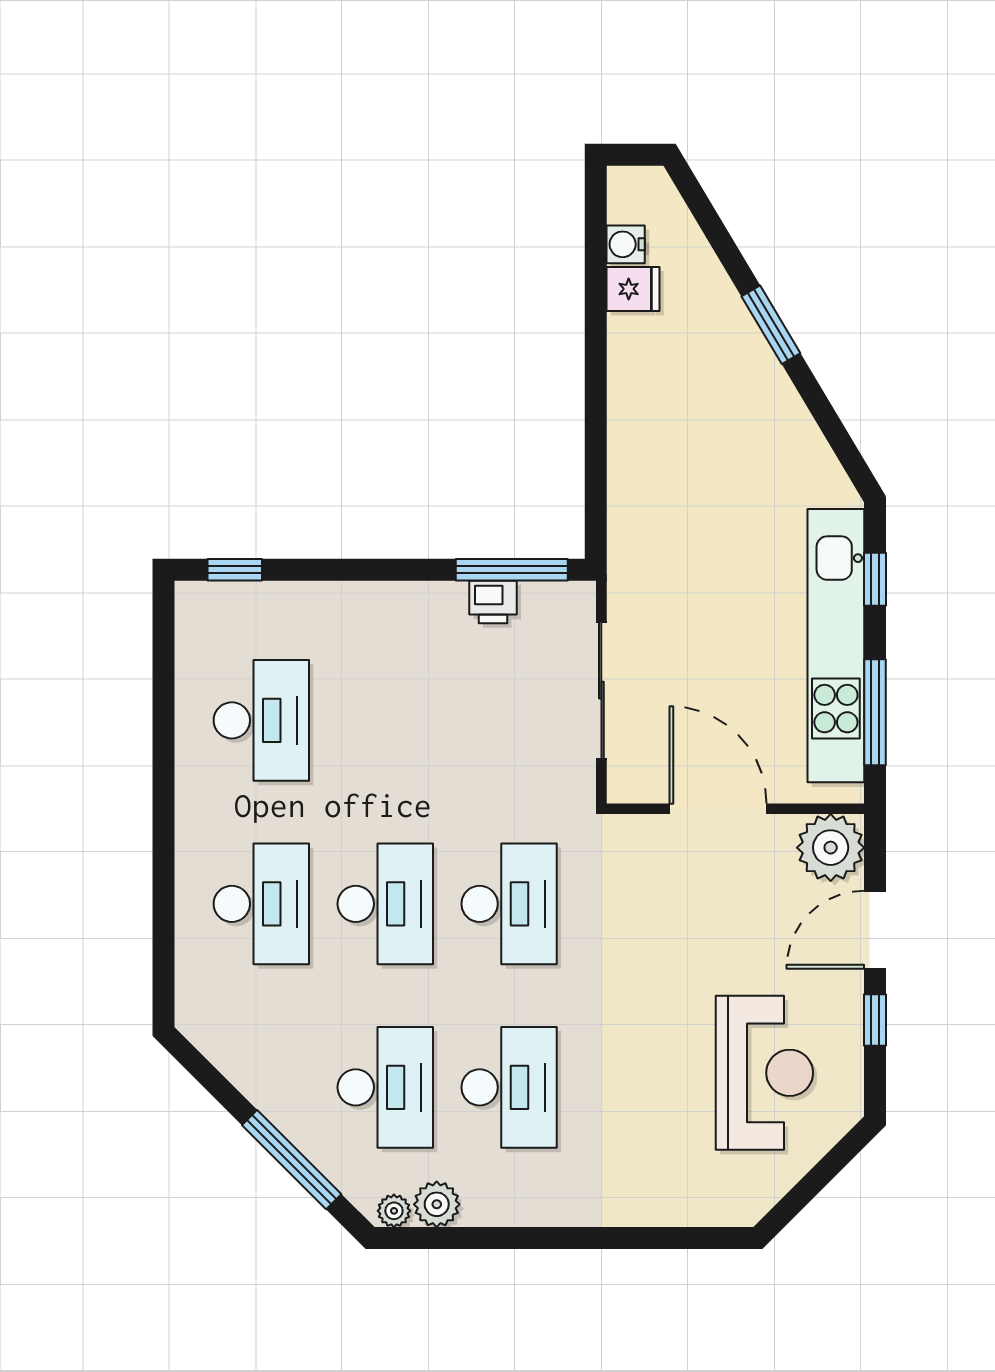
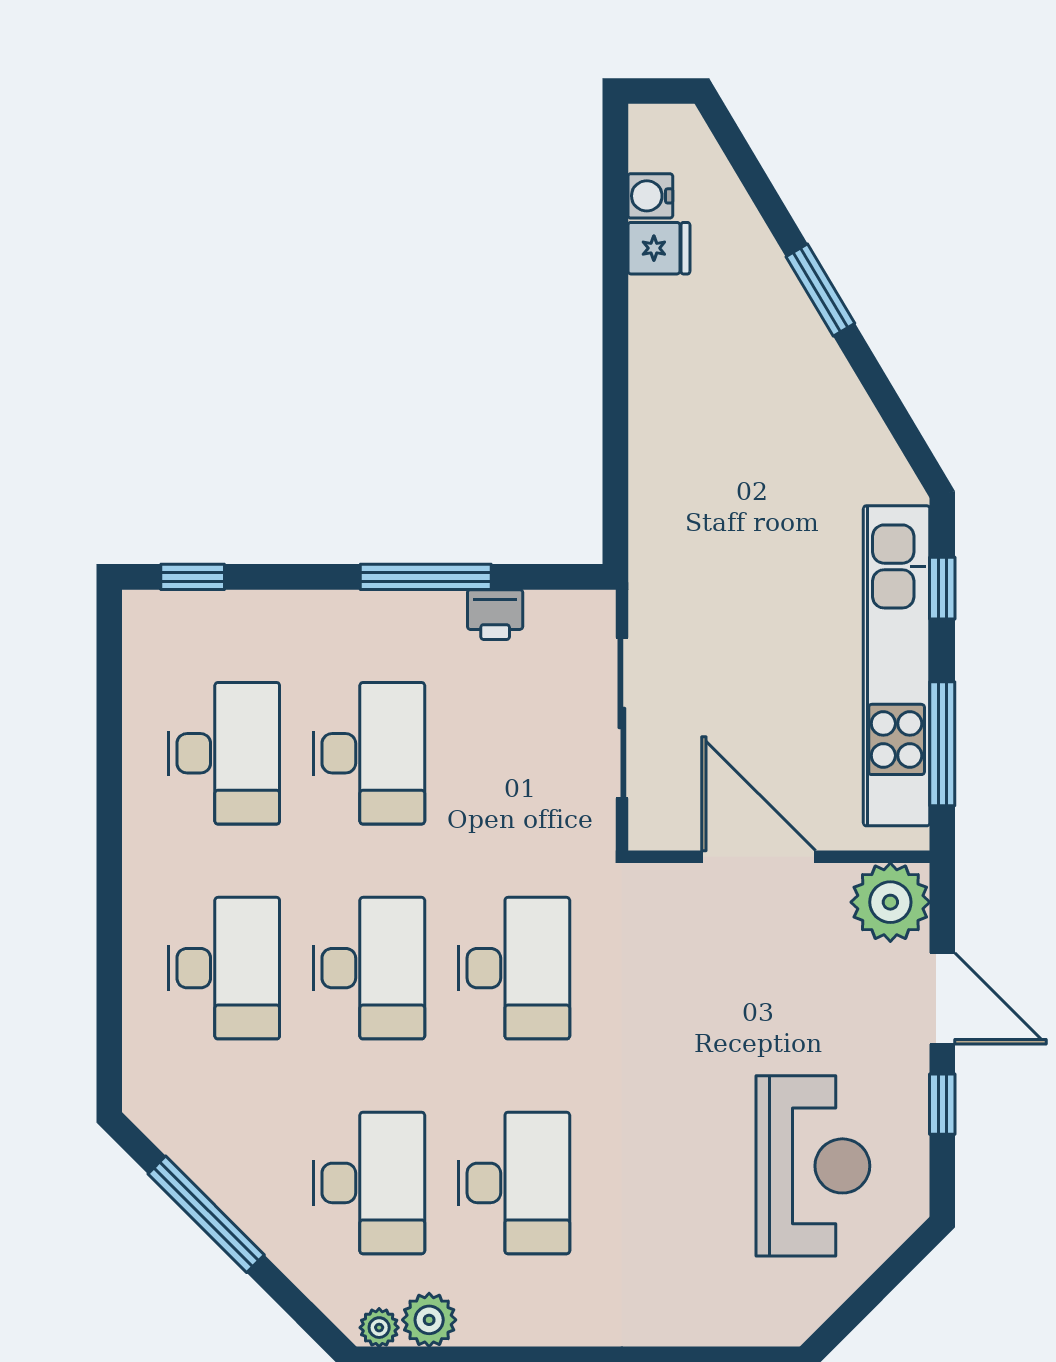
window: (512, 570) -> (426, 577), moved
desk: (385, 720) -> (369, 753), added
door: (875, 930) -> (942, 998), swing flipped
window: (292, 1160) -> (206, 1214), moved

